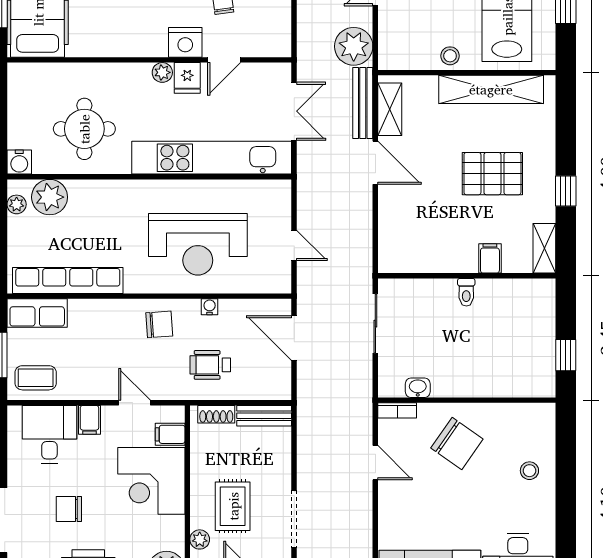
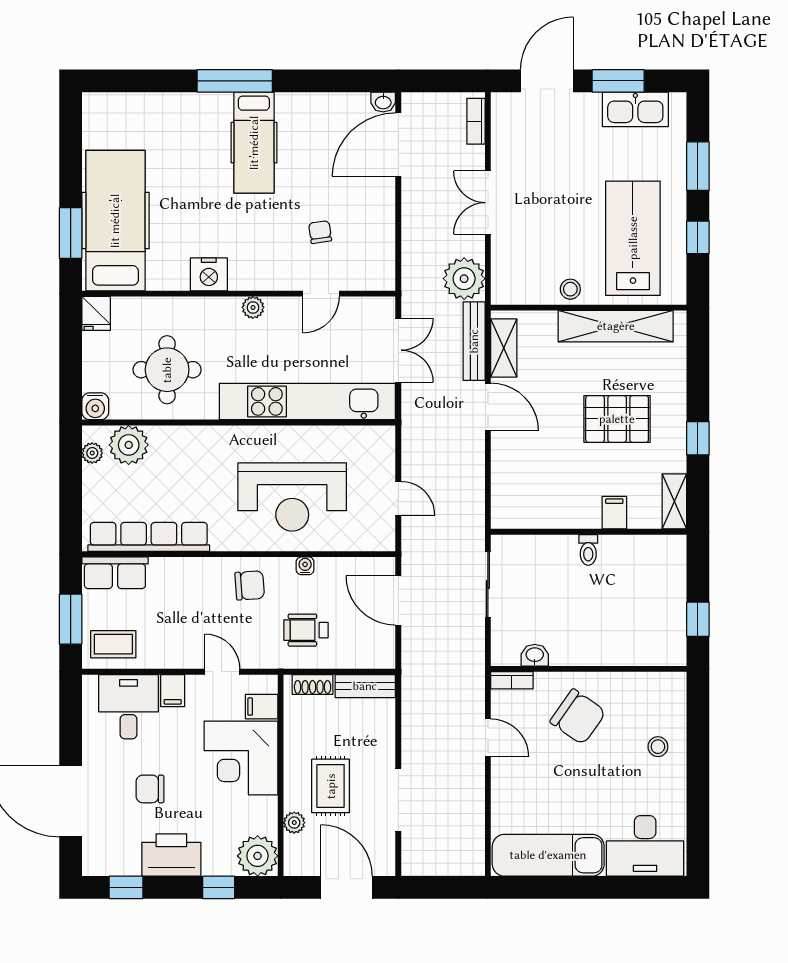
nightstand: (185, 42) -> (209, 274), moved
fridge: (187, 78) -> (96, 313), moved

